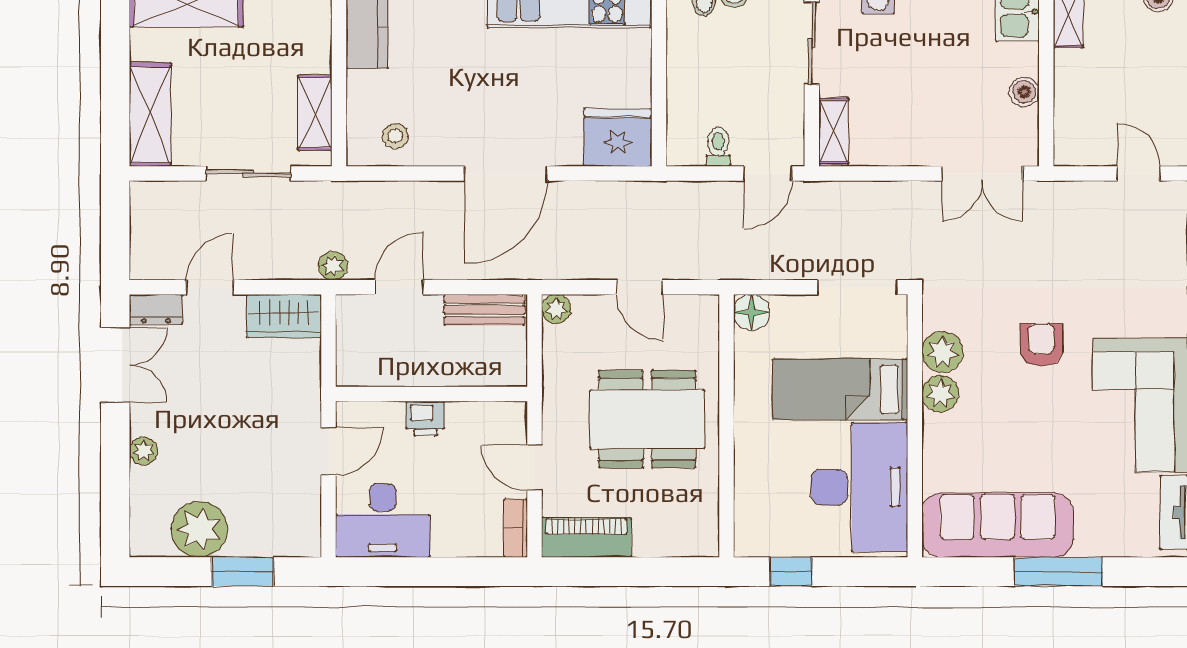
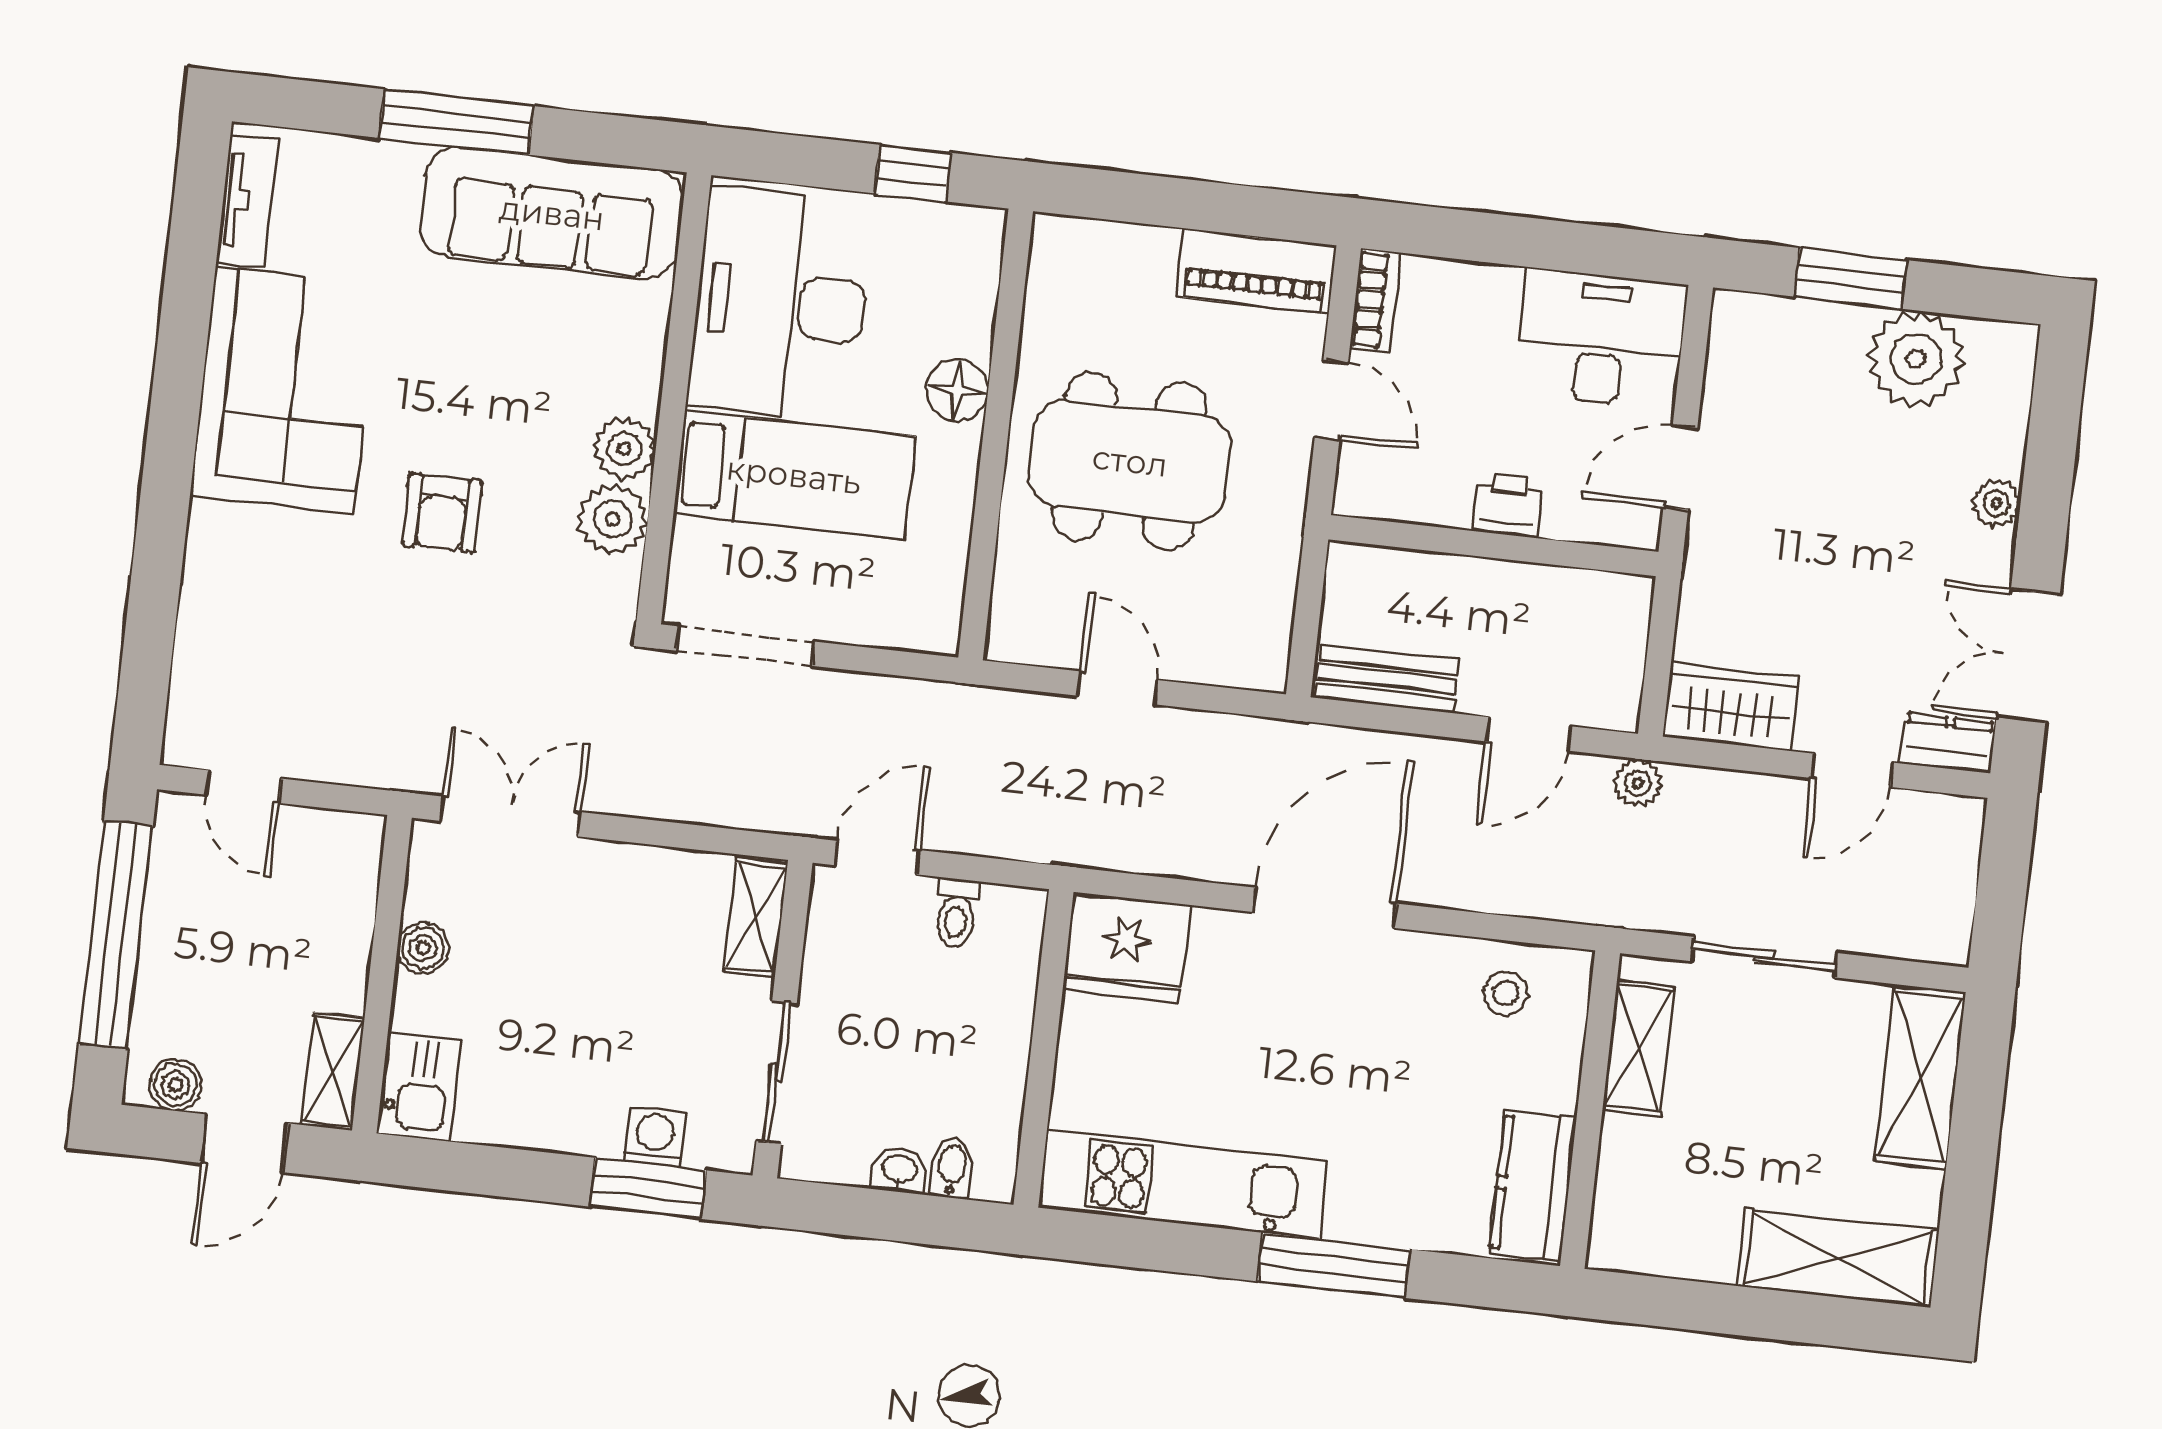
plant: (556, 309) -> (1264, 667), removed
floor lamp: (752, 312) -> (957, 390), moved

